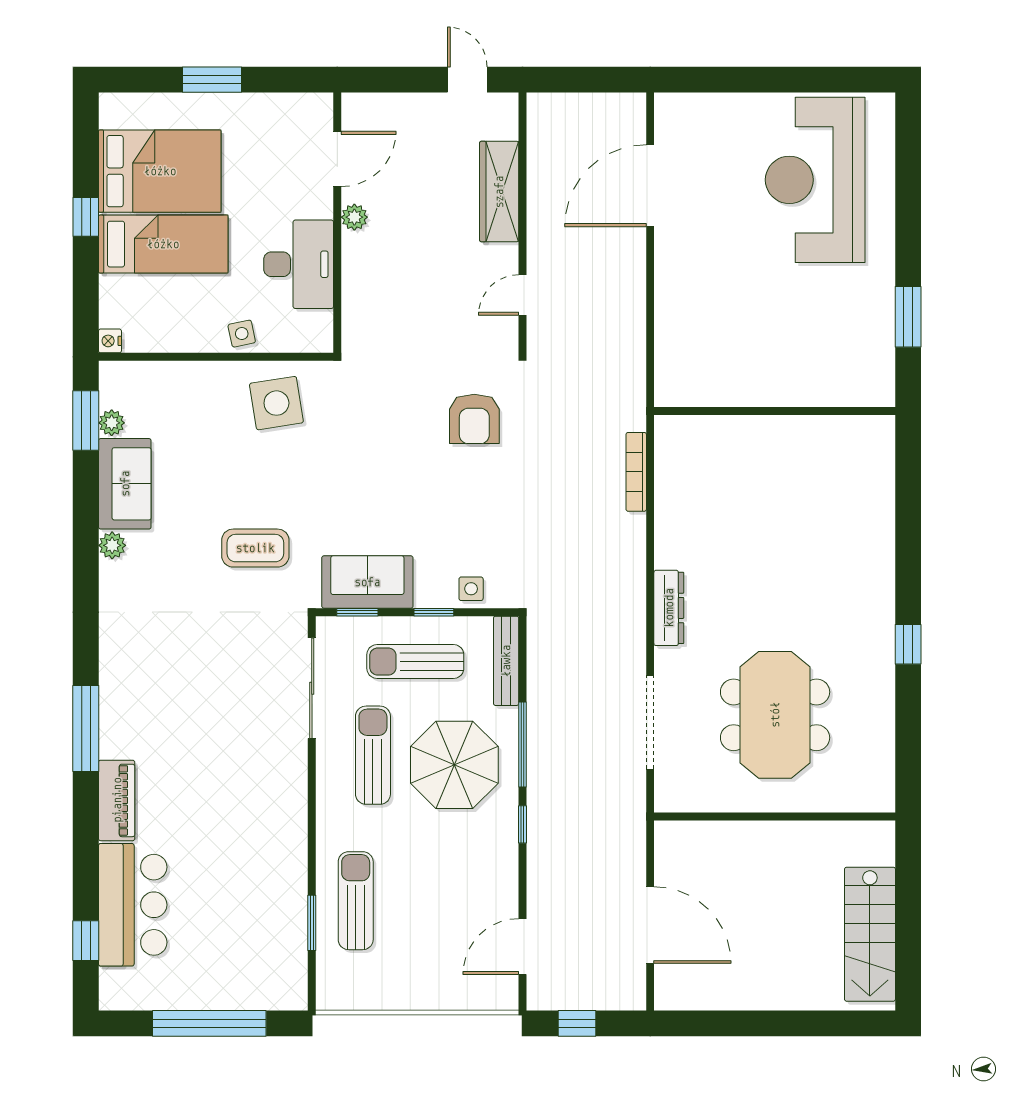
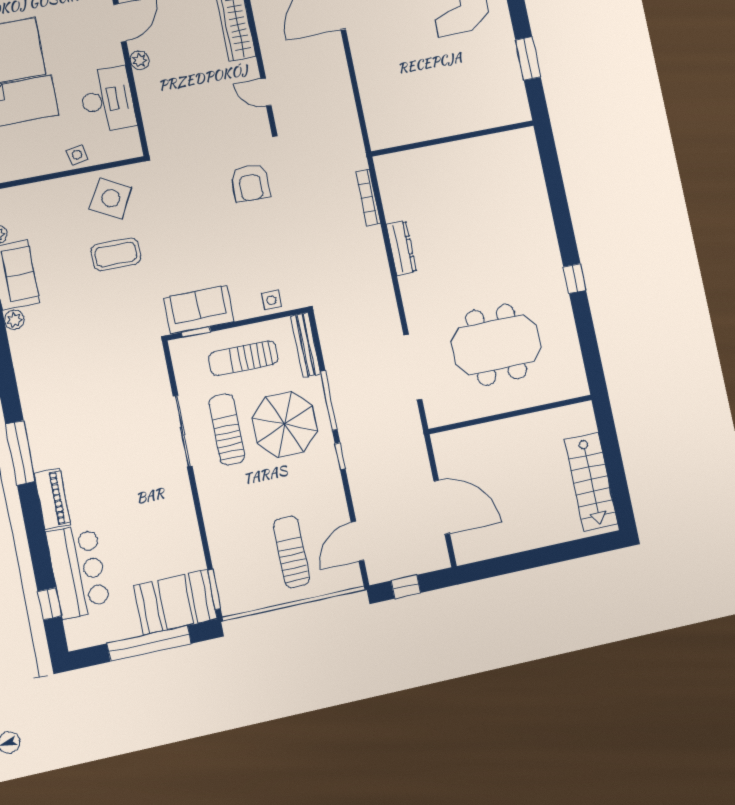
door: (522, 295) -> (266, 92), hinge flipped
side table: (276, 403) -> (111, 198), turned 37
coffee table: (255, 548) -> (116, 254), moved
dresser: (669, 608) -> (401, 248), moved
window: (434, 612) -> (249, 321), removed
sliding door: (312, 688) -> (183, 431), moved
meeting table: (775, 715) -> (496, 345), turned 90
sun lounger: (356, 901) -> (292, 552), moved
window: (312, 923) -> (214, 589), moved
booth: (256, 976) -> (175, 602), added

